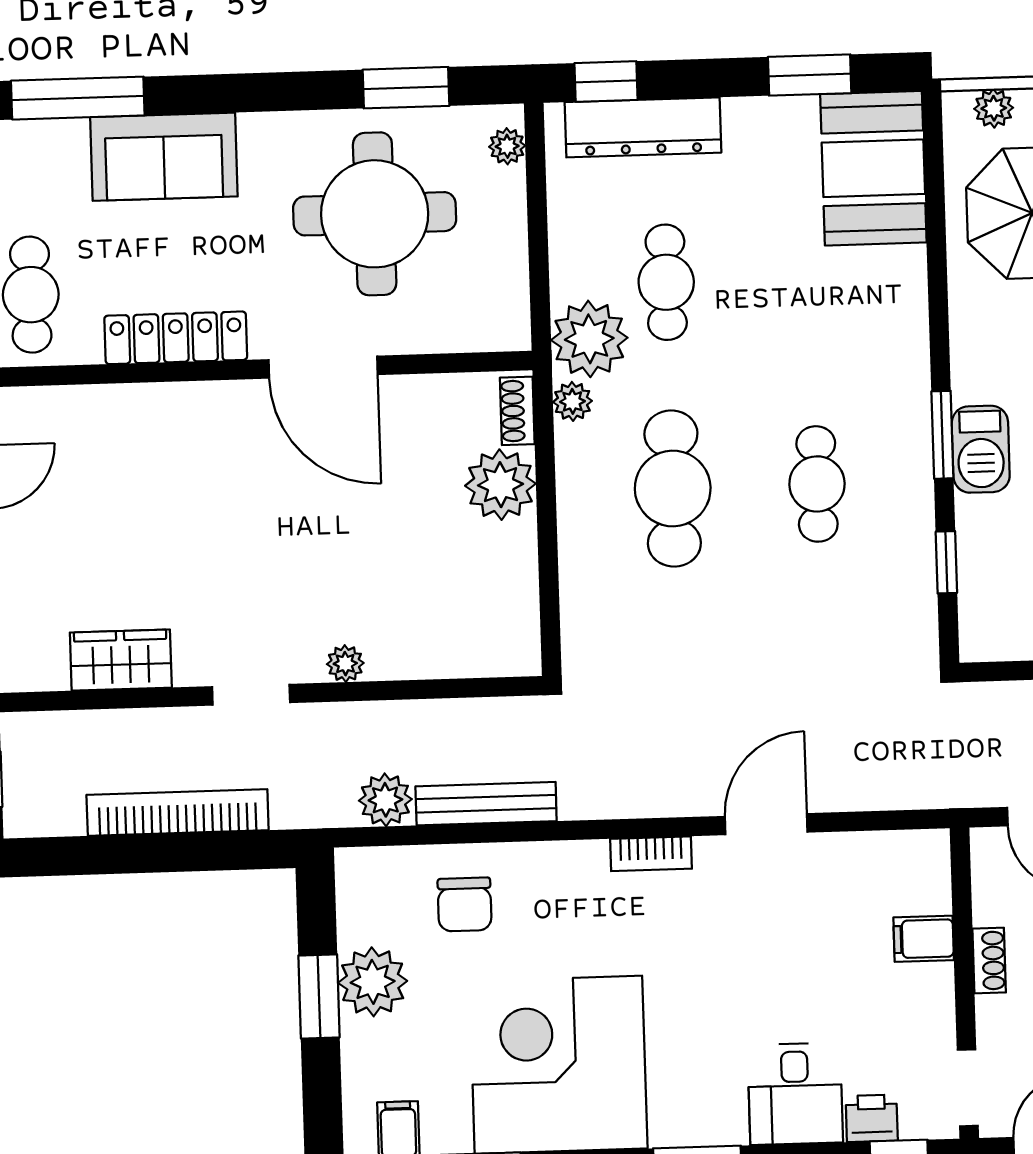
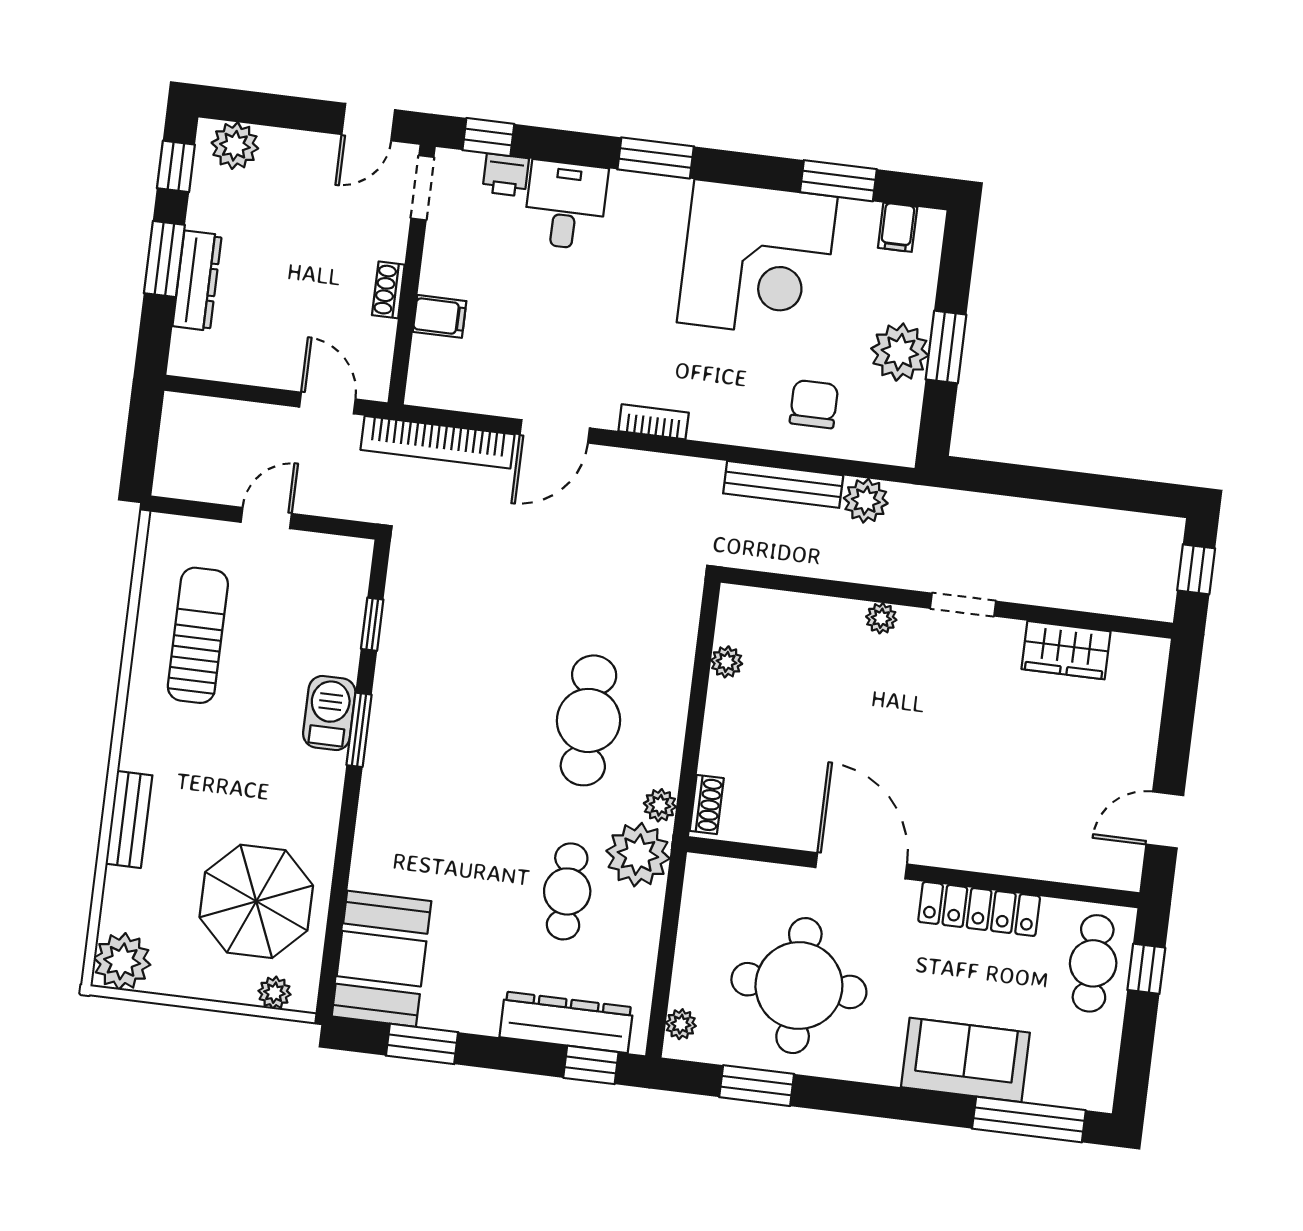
cafe table: (817, 484) -> (469, 706), removed
plant: (500, 485) -> (727, 662), moved, width x0.53, depth x0.53
bookcase: (178, 812) -> (438, 442), moved

